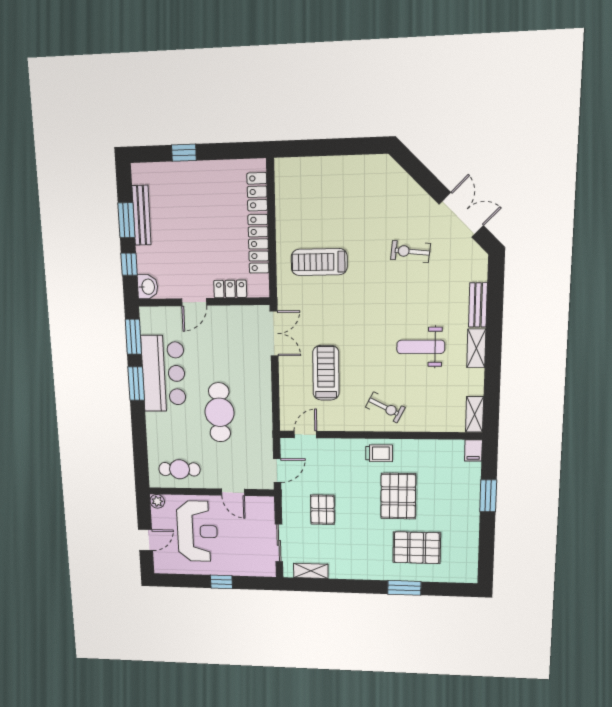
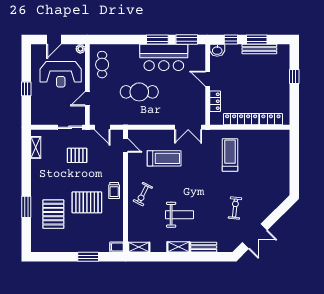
weight bench: (421, 347) -> (179, 215), turned 90
door: (146, 540) -> (54, 39), hinge flipped
sliding door: (279, 543) -> (70, 127), moved

